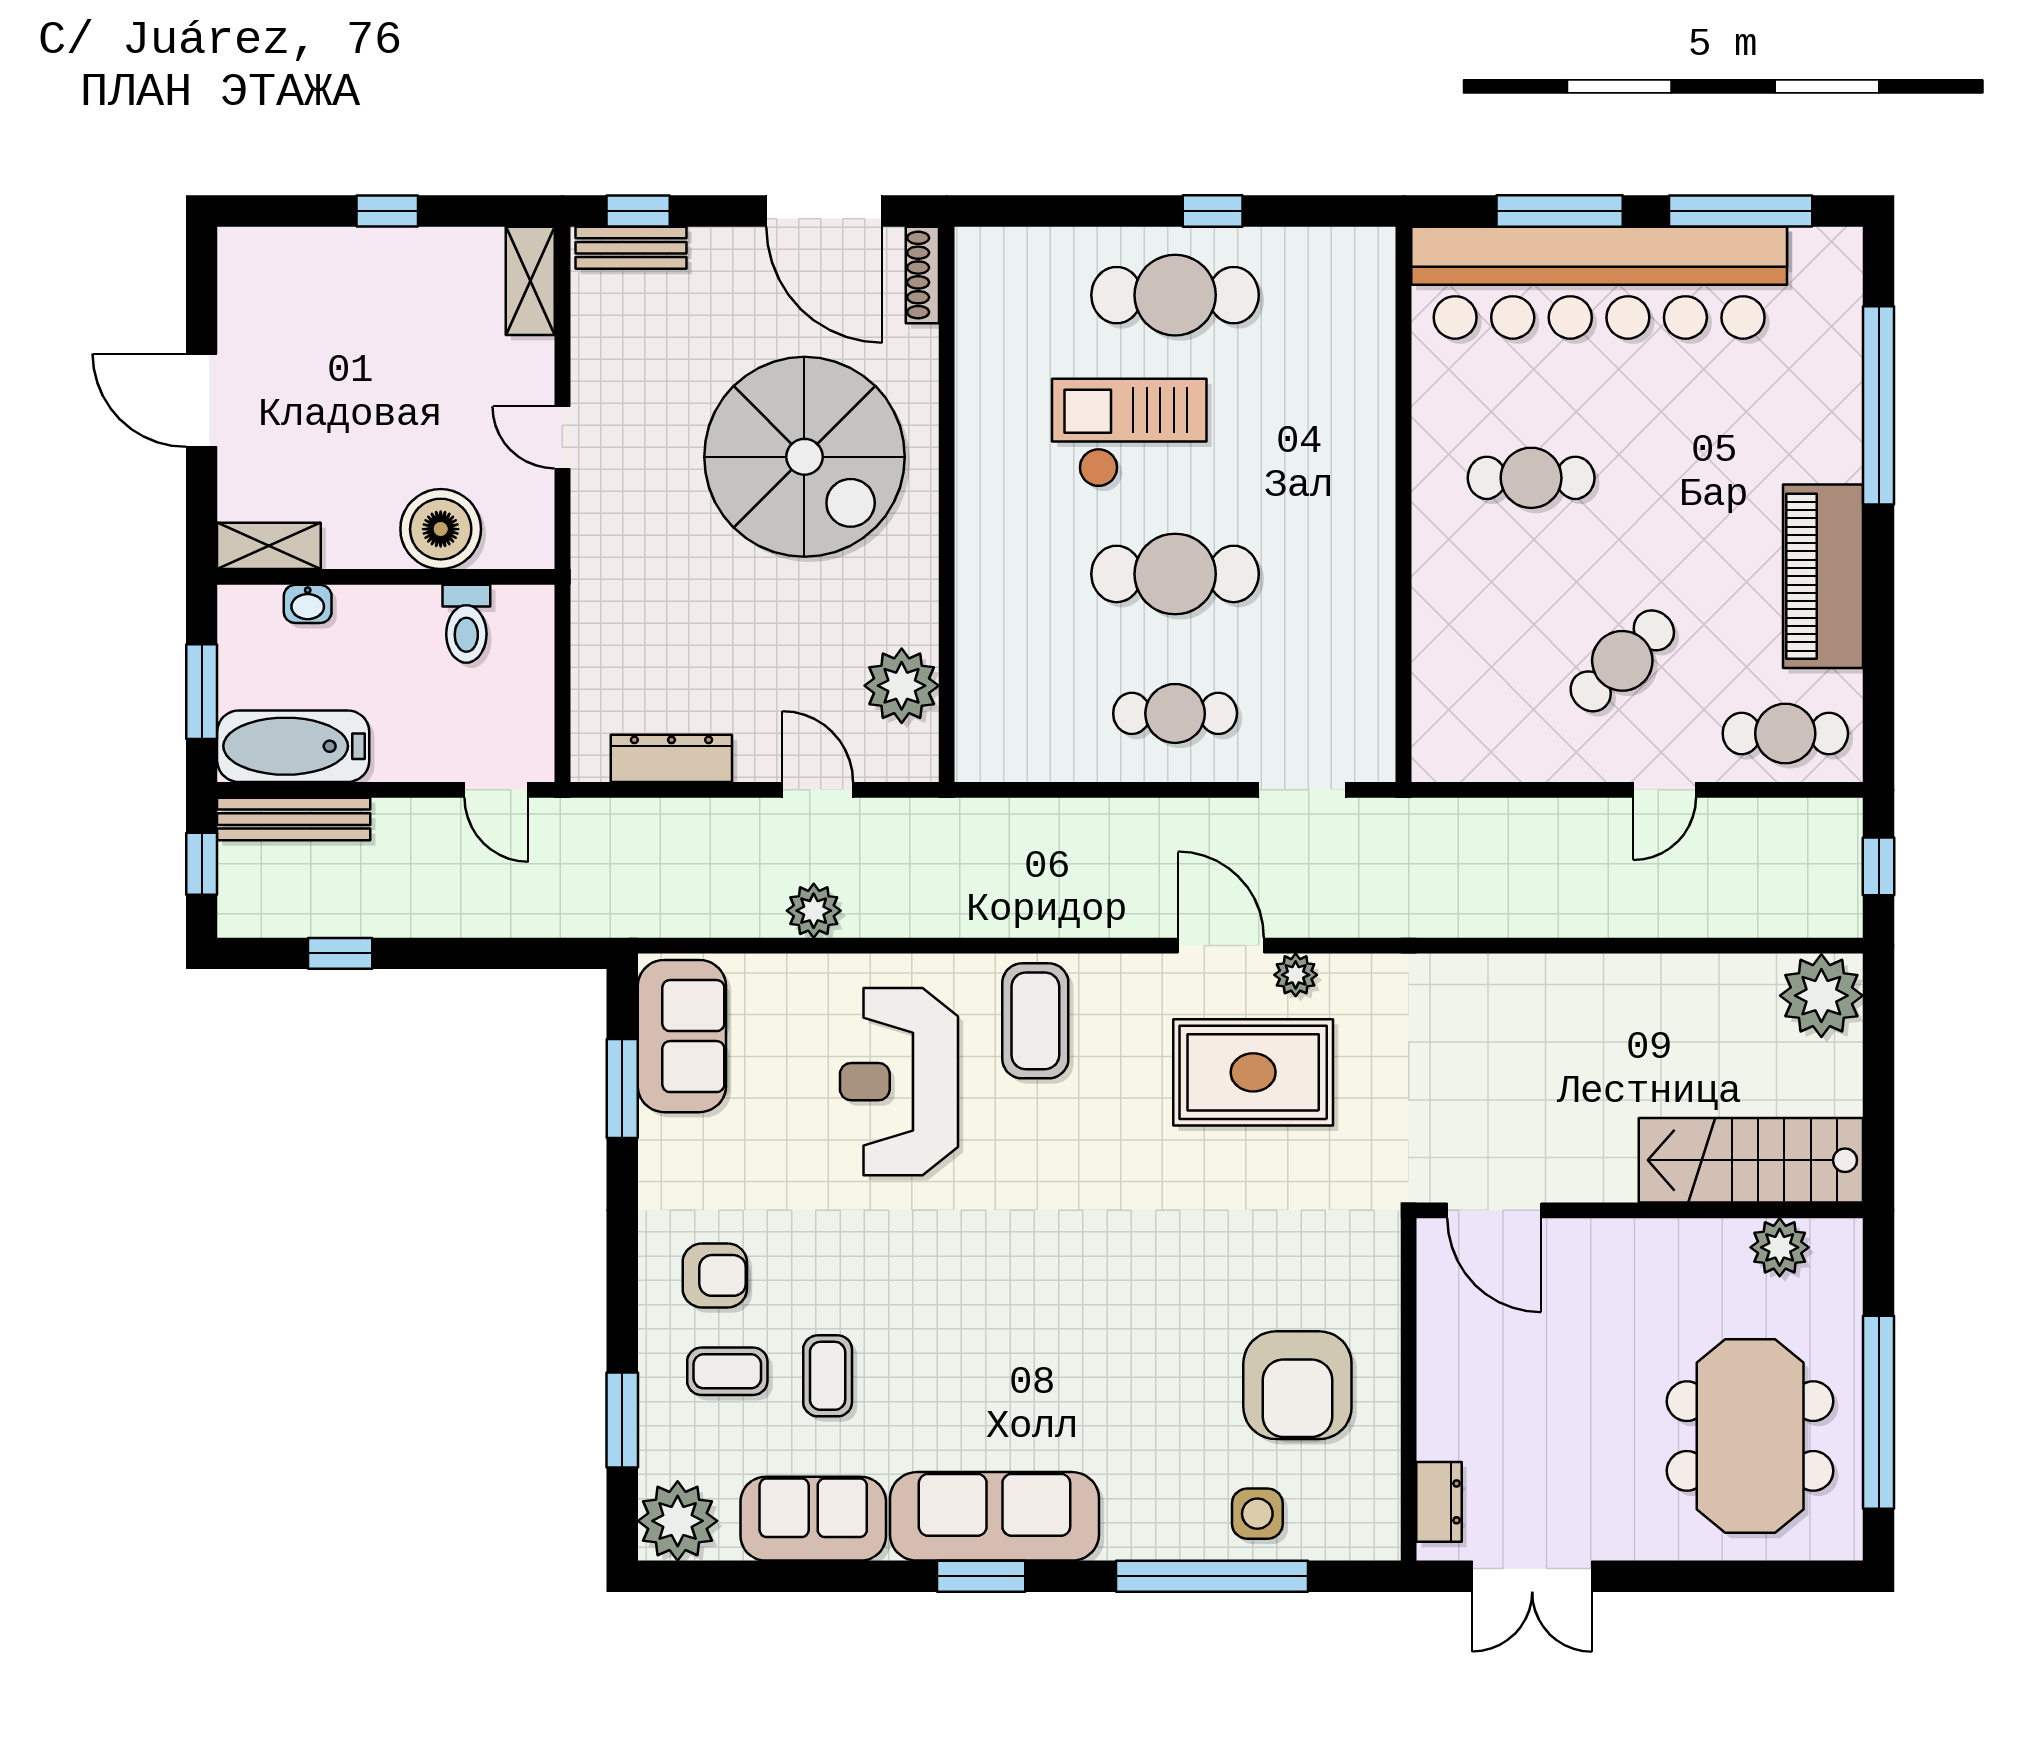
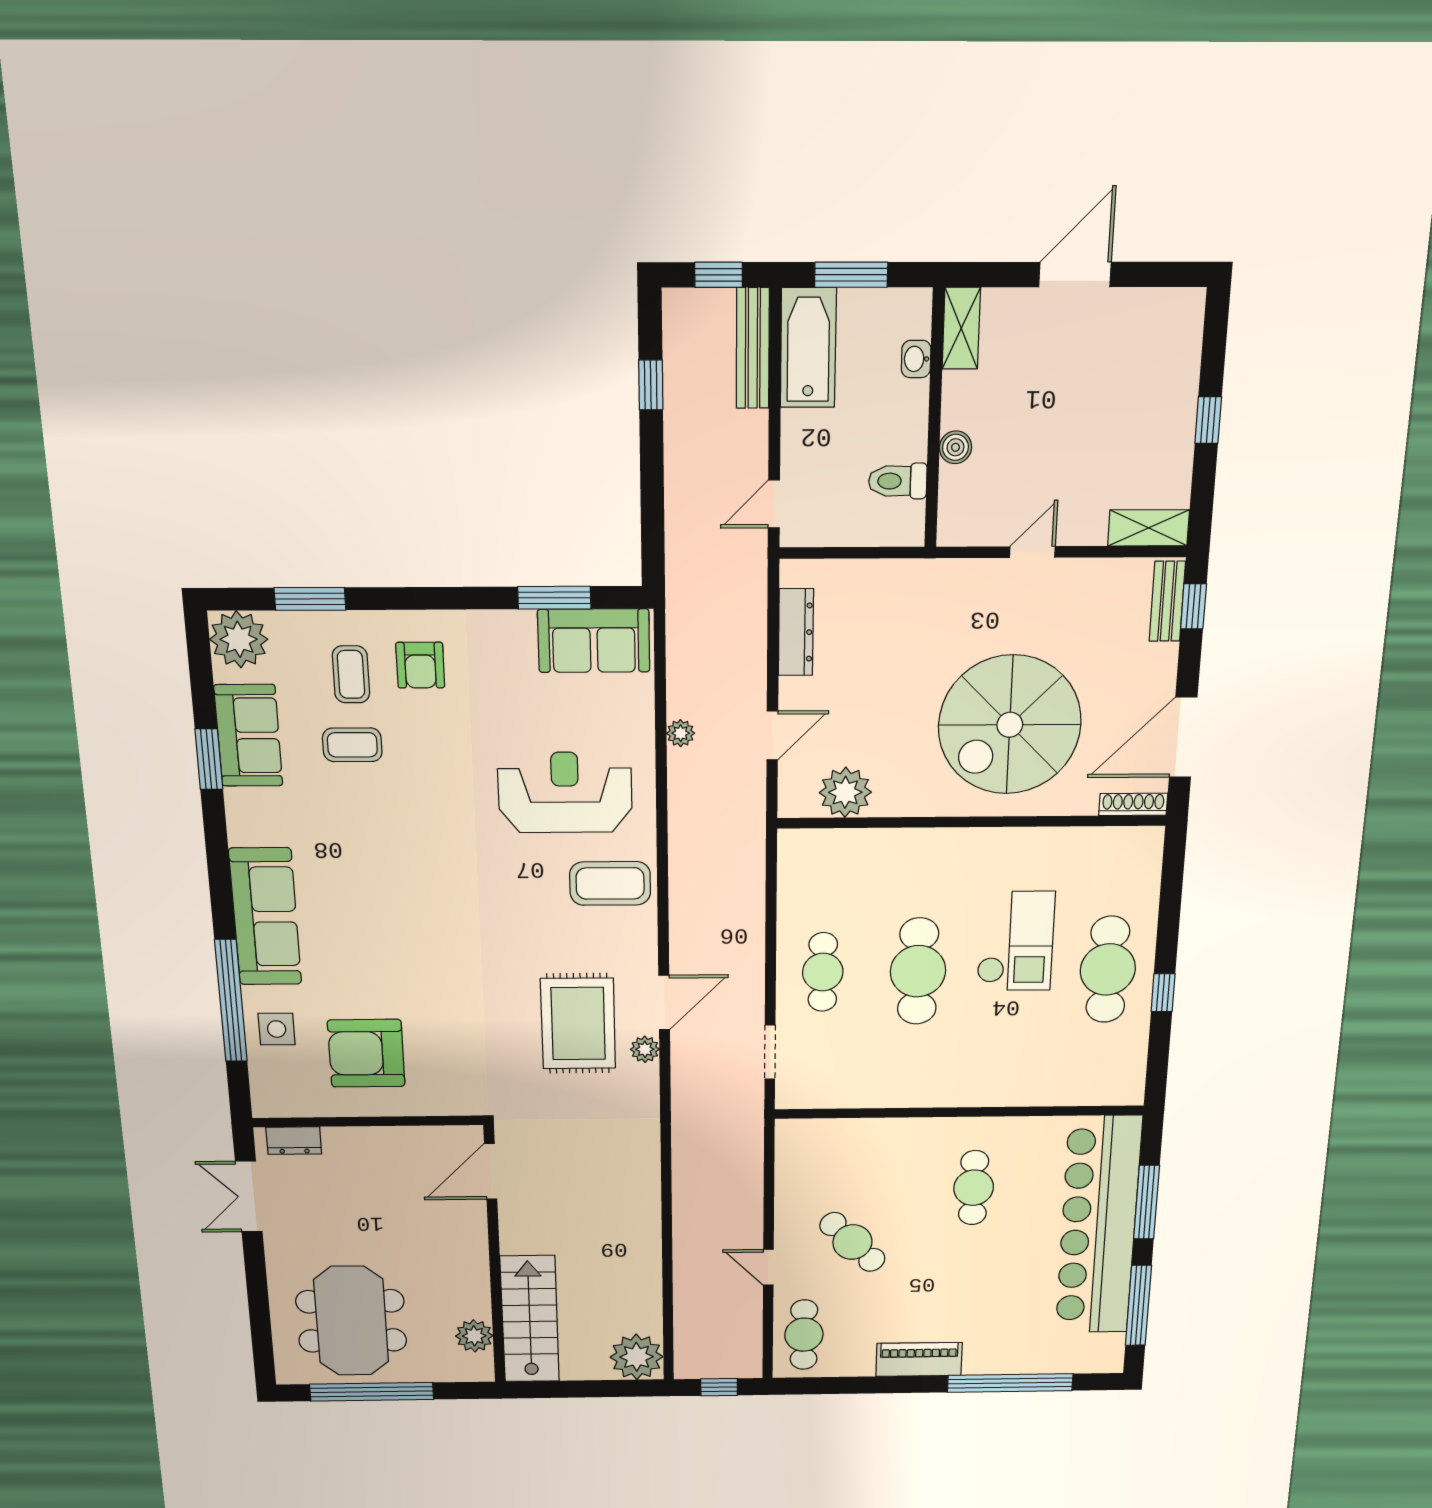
boiler: (441, 529) -> (955, 447), width x0.54, depth x0.54
piano: (1823, 576) -> (919, 1359), width x0.73, depth x0.75
plant: (814, 911) -> (681, 733), width x0.73, depth x0.73
meeting table: (1750, 1436) -> (351, 1321), turned 90
sofa: (995, 1516) -> (265, 917), moved
window: (981, 1576) -> (209, 759), moved

